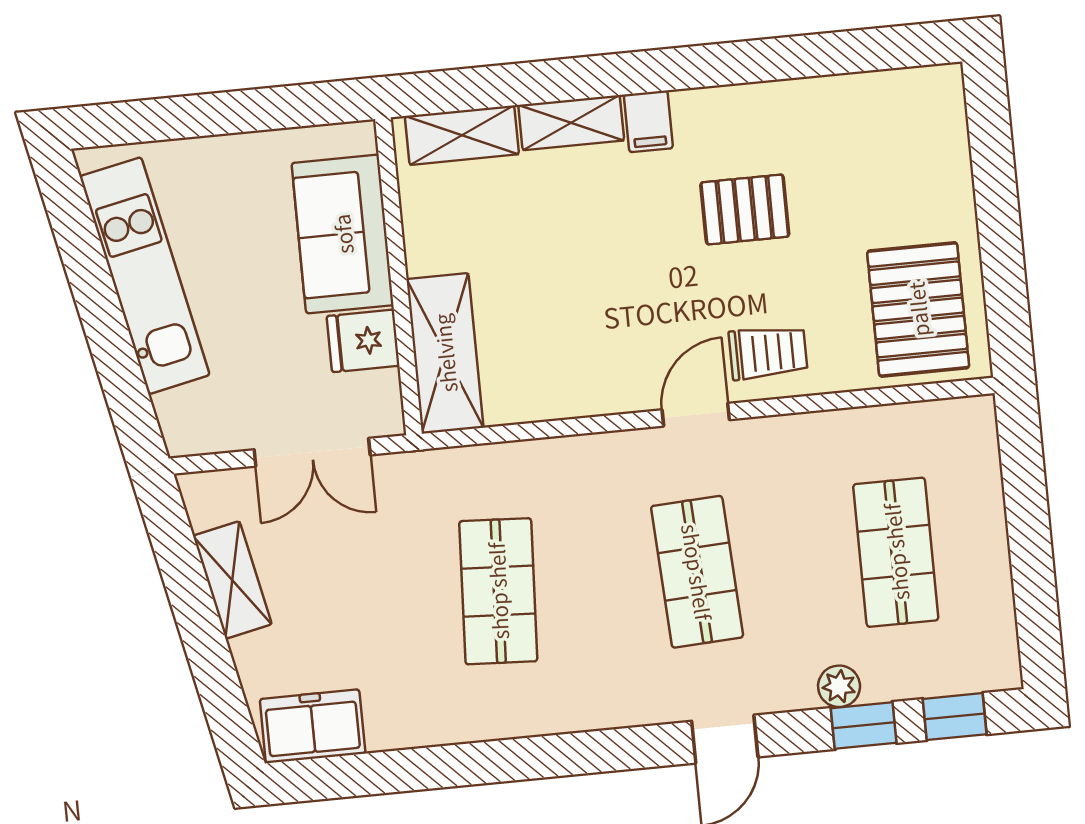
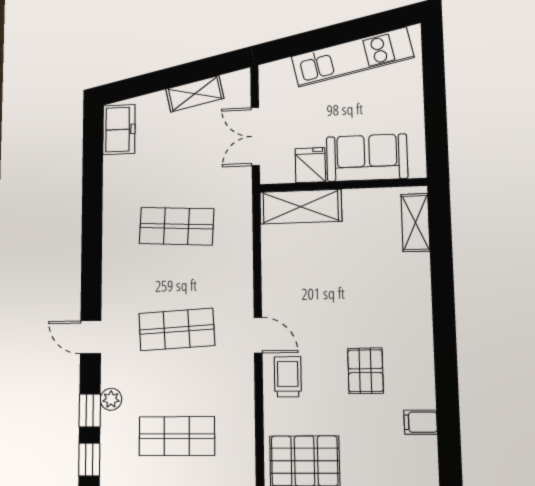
filing cabinet: (648, 121) -> (421, 422), moved
shelving: (571, 123) -> (419, 281), removed
trolley: (768, 352) -> (288, 377), turned 180

